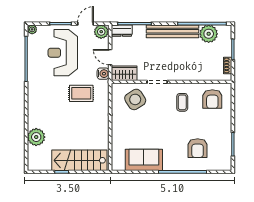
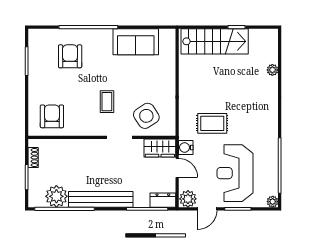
reception desk: (63, 53) -> (235, 173), turned 180
coffee table: (182, 102) -> (107, 102), moved
plant: (36, 137) -> (272, 70), width x0.53, depth x0.53

